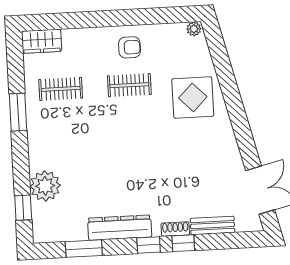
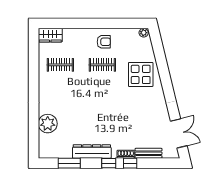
window: (18, 112) -> (34, 78), removed
window: (23, 208) -> (34, 136), removed

